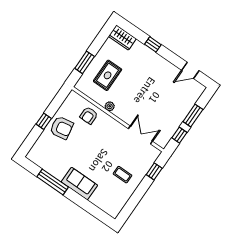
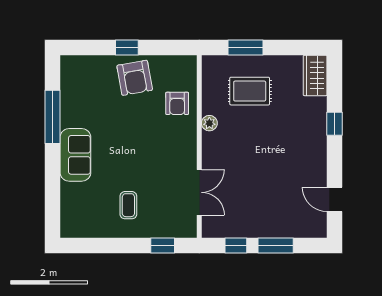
armchair: (89, 115) -> (177, 103), turned -90

